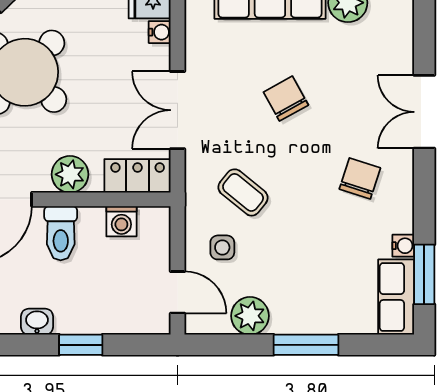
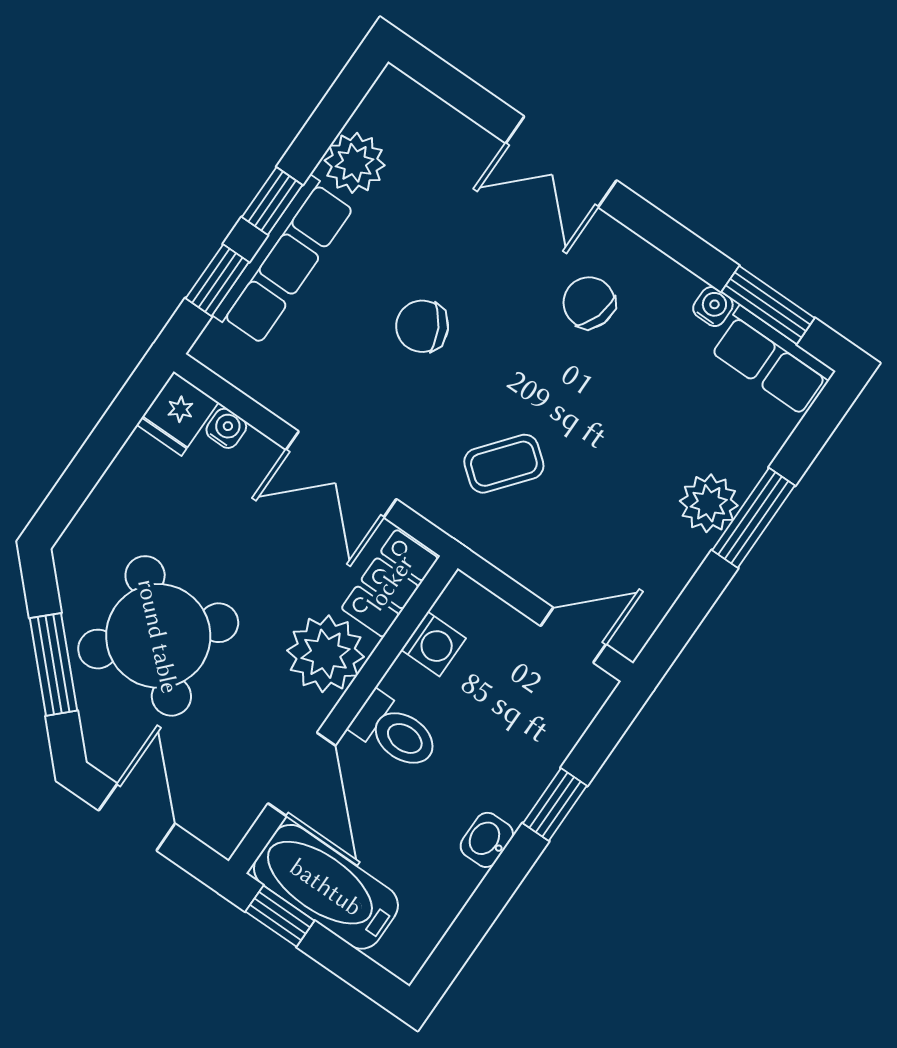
plant: (70, 174) -> (326, 654), width x1.36, depth x1.36
side table: (222, 247) -> (556, 539), removed
plant: (250, 316) -> (709, 503), moved

